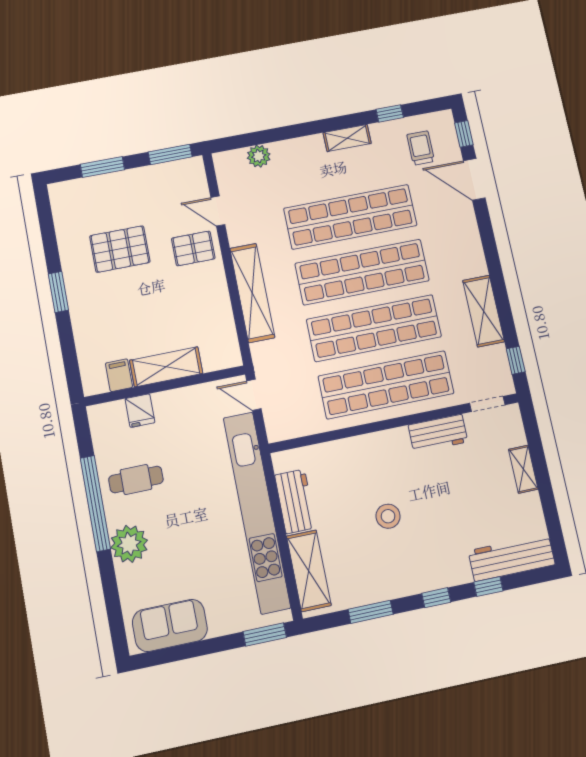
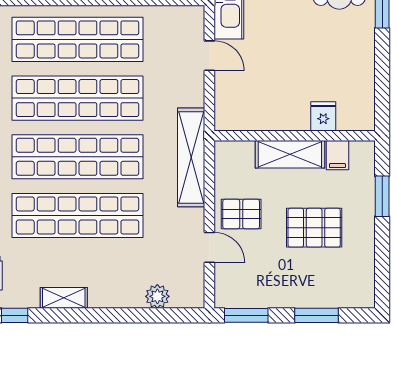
shelving: (166, 367) -> (290, 154), moved
filing cabinet: (119, 375) -> (337, 155), moved
wall: (165, 386) -> (295, 136), moved
fridge: (140, 411) -> (323, 116), moved

